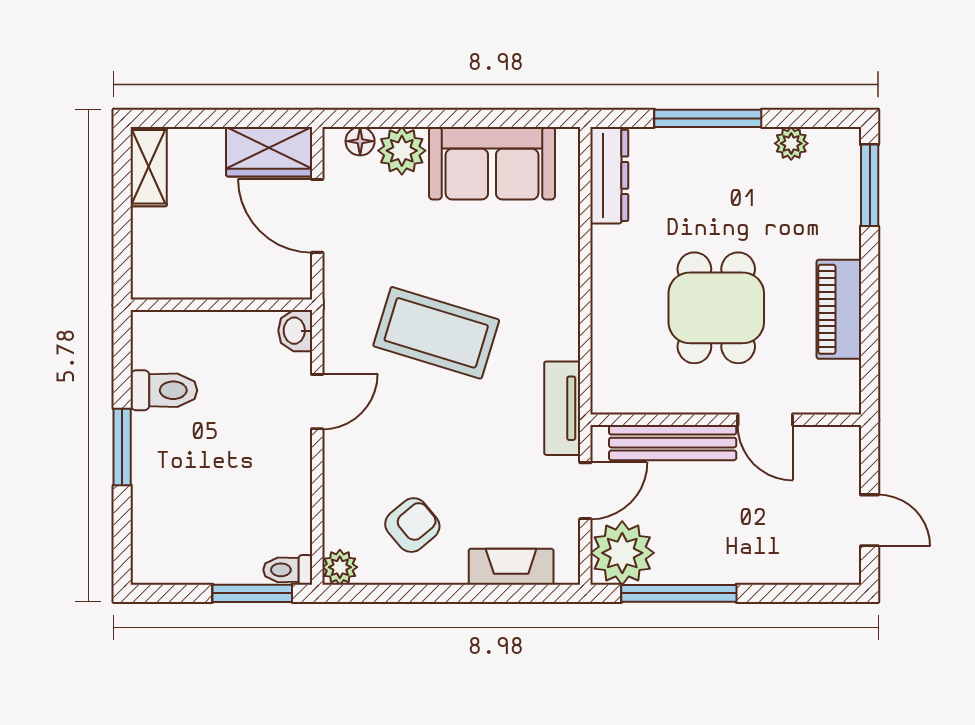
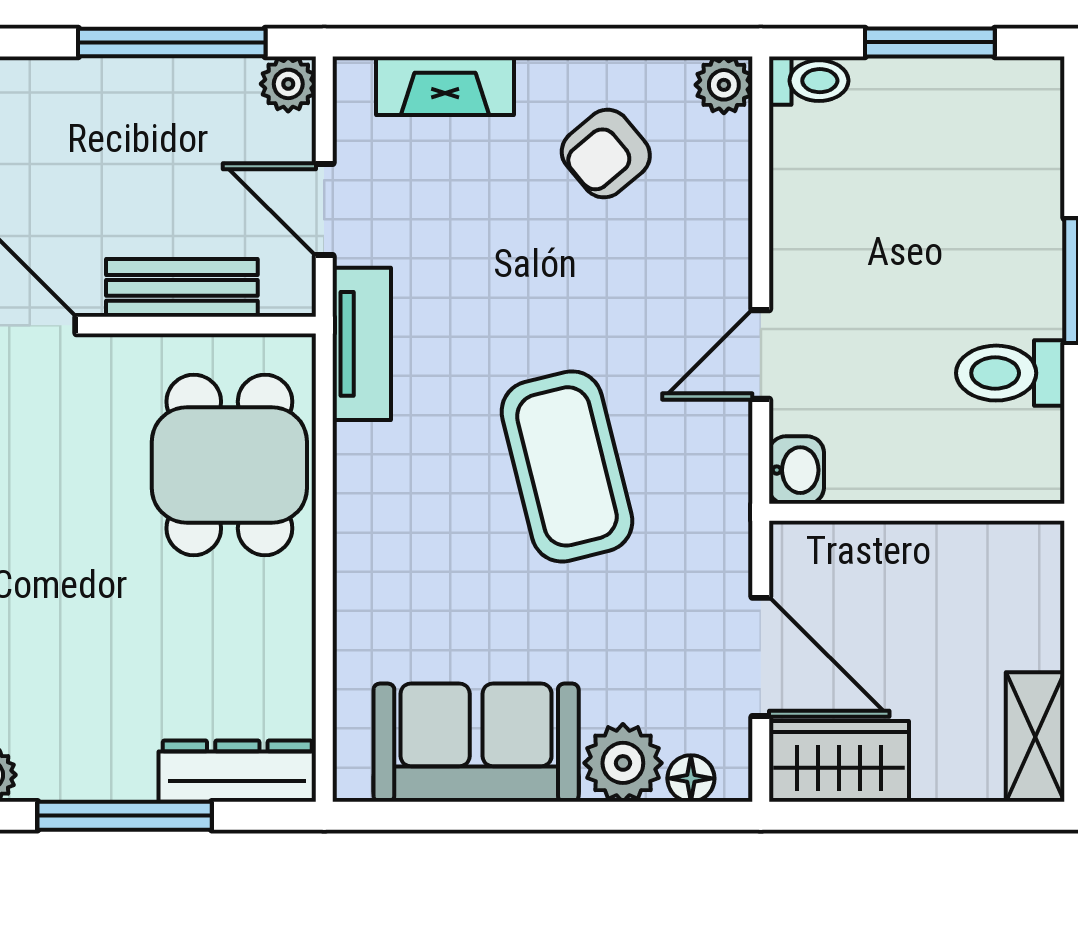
dresser: (609, 175) -> (237, 771), moved, turned 90
dining table: (716, 308) -> (229, 465), moved
coffee table: (436, 333) -> (567, 466), turned 59
bench: (673, 443) -> (182, 288), width x0.73
door: (585, 491) -> (324, 210), hinge flipped
plant: (622, 553) -> (288, 84), width x0.53, depth x0.53
window: (252, 593) -> (930, 42), moved

